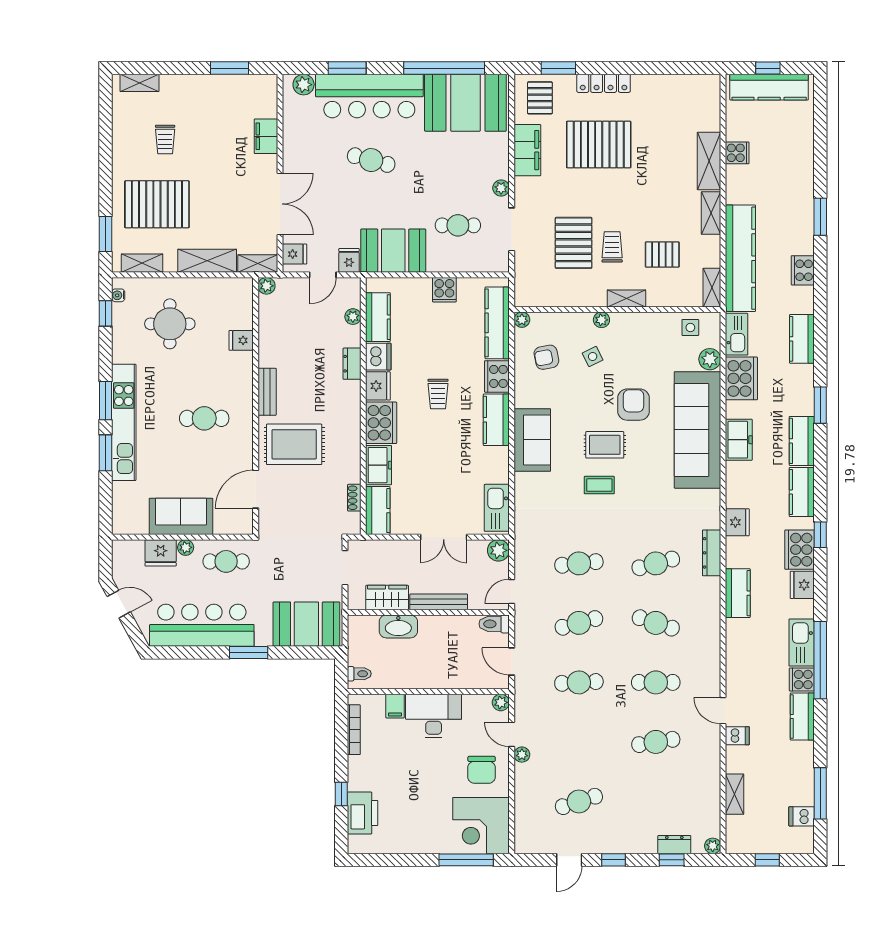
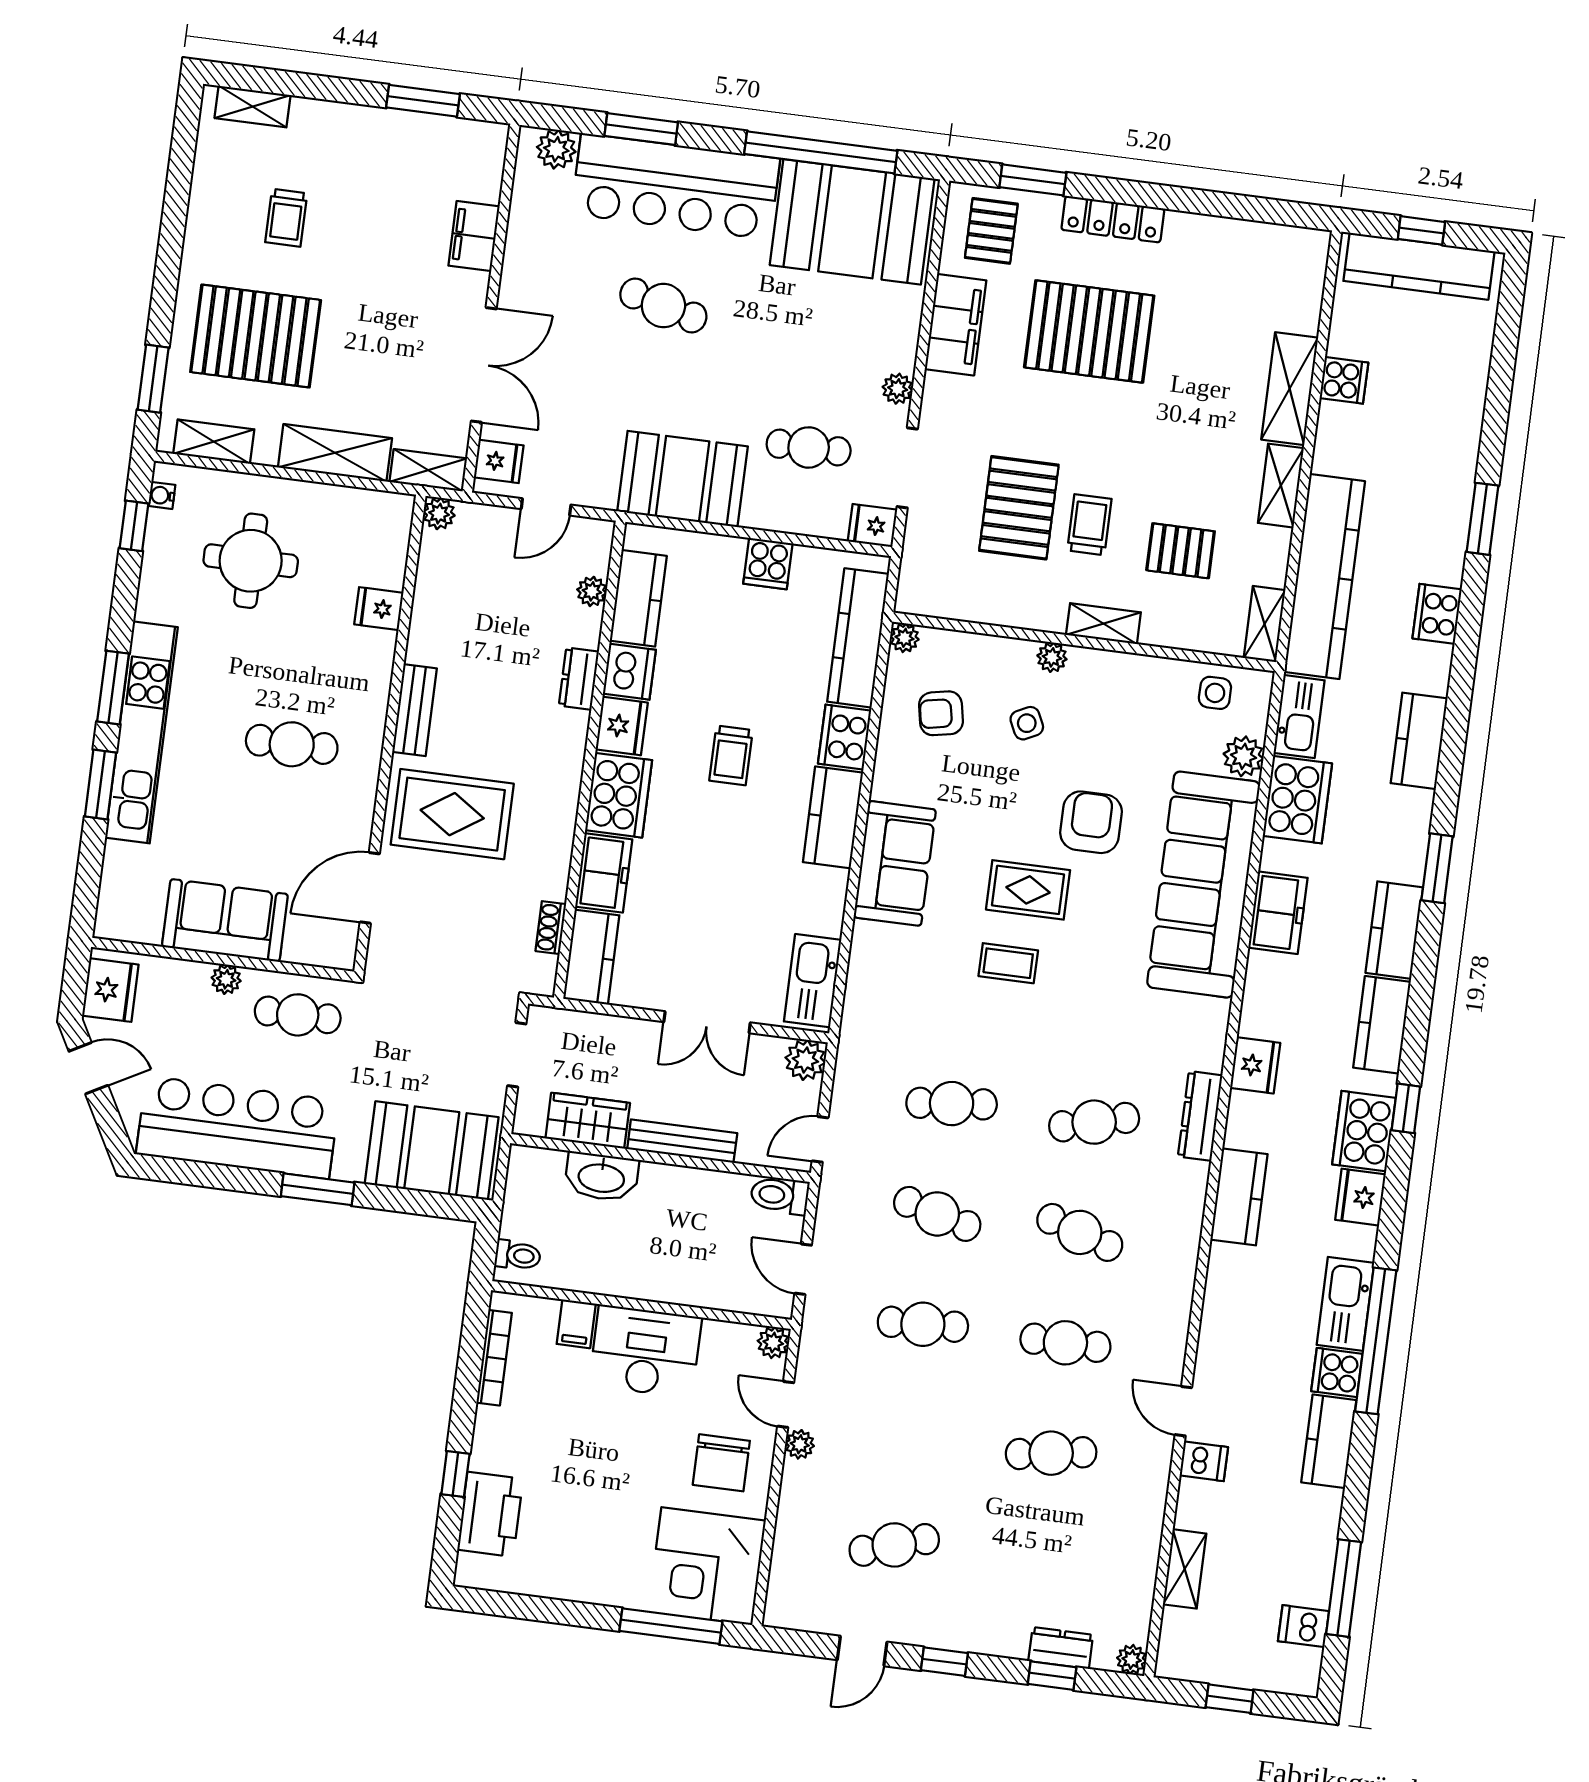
fridge: (349, 260) -> (872, 526), moved, turned -90
fridge: (161, 553) -> (110, 990), moved, turned -90
cafe table: (579, 623) -> (937, 1214), turned 30

